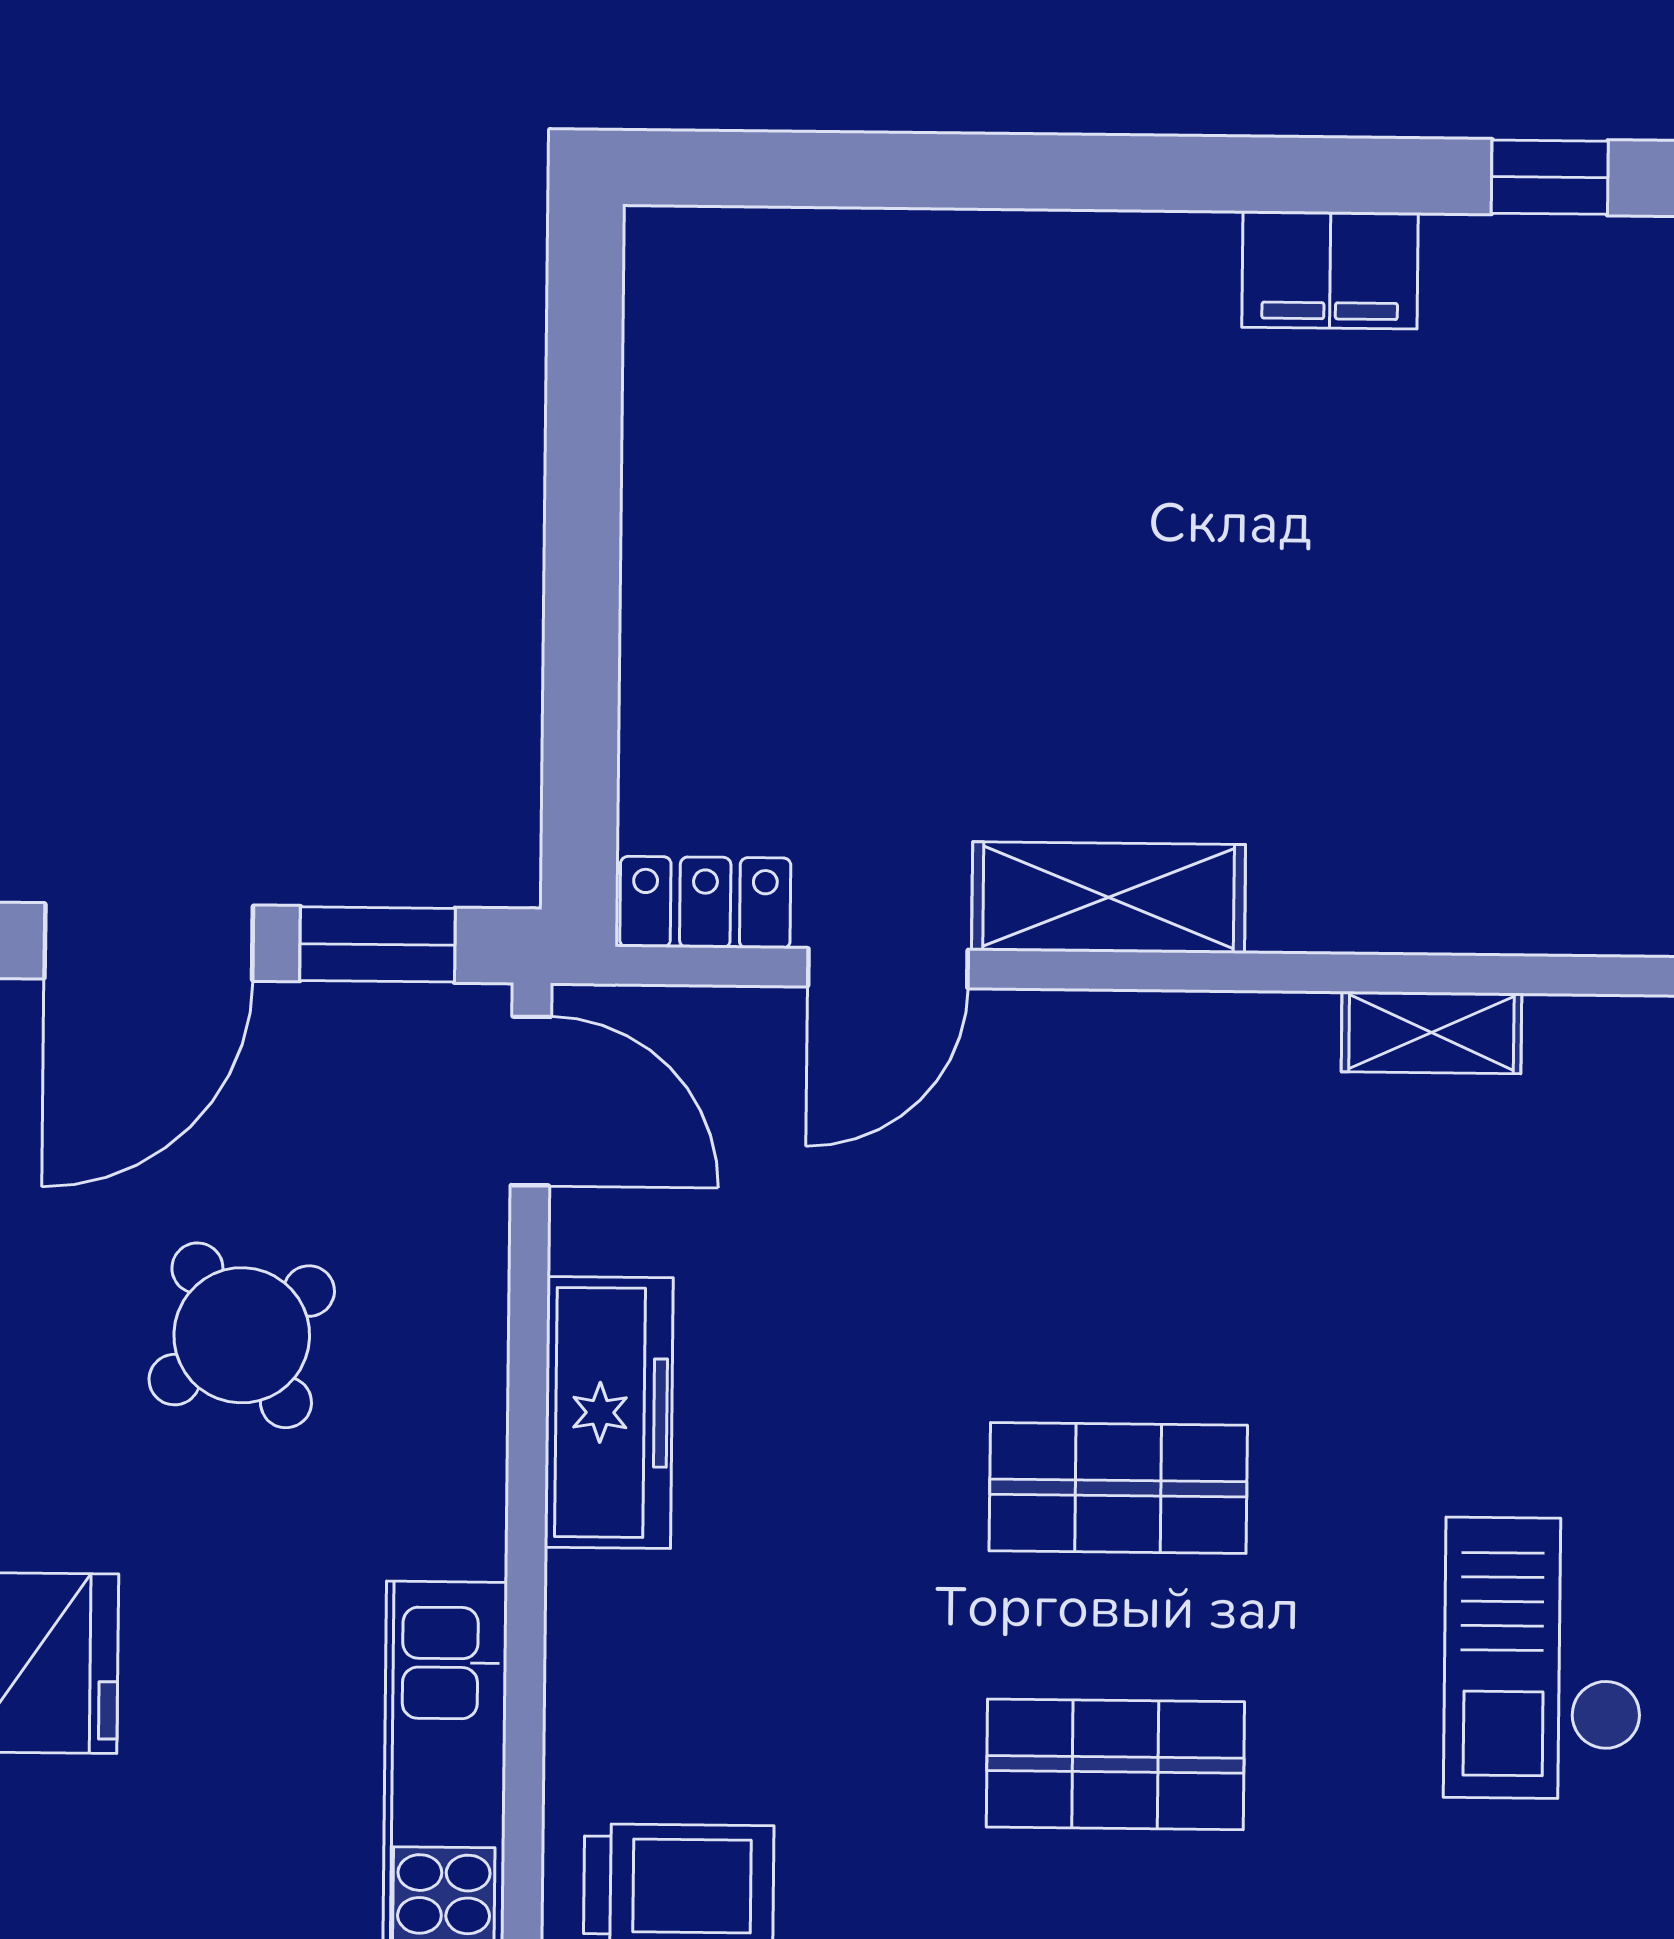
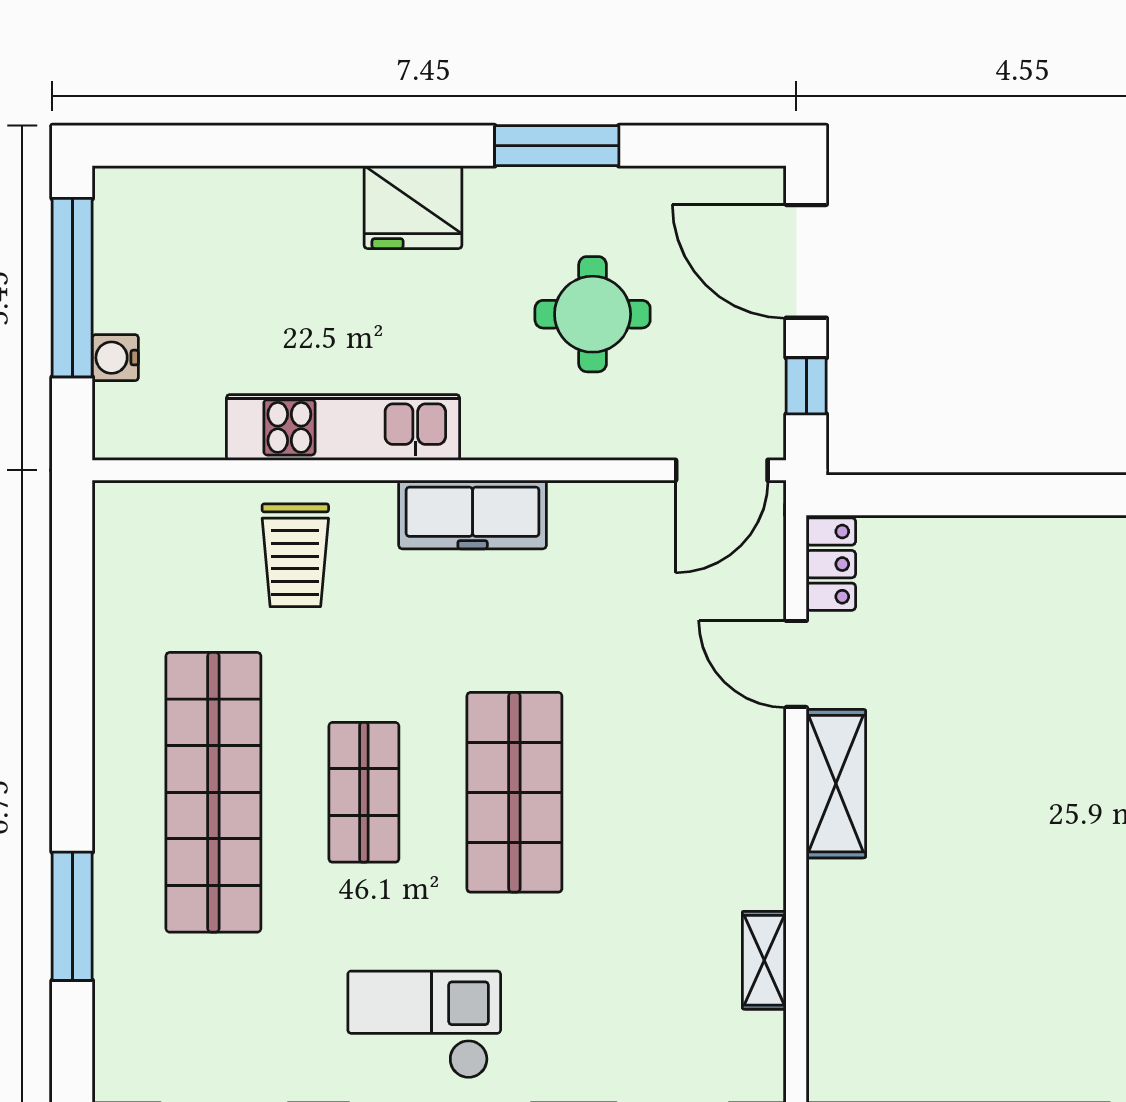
window: (378, 944) -> (806, 386), width x0.67
round table: (242, 1335) -> (593, 314), turned 34
freezer: (609, 1413) -> (473, 514), moved
shop shelf: (1118, 1488) -> (514, 792), width x1.43, depth x1.36

